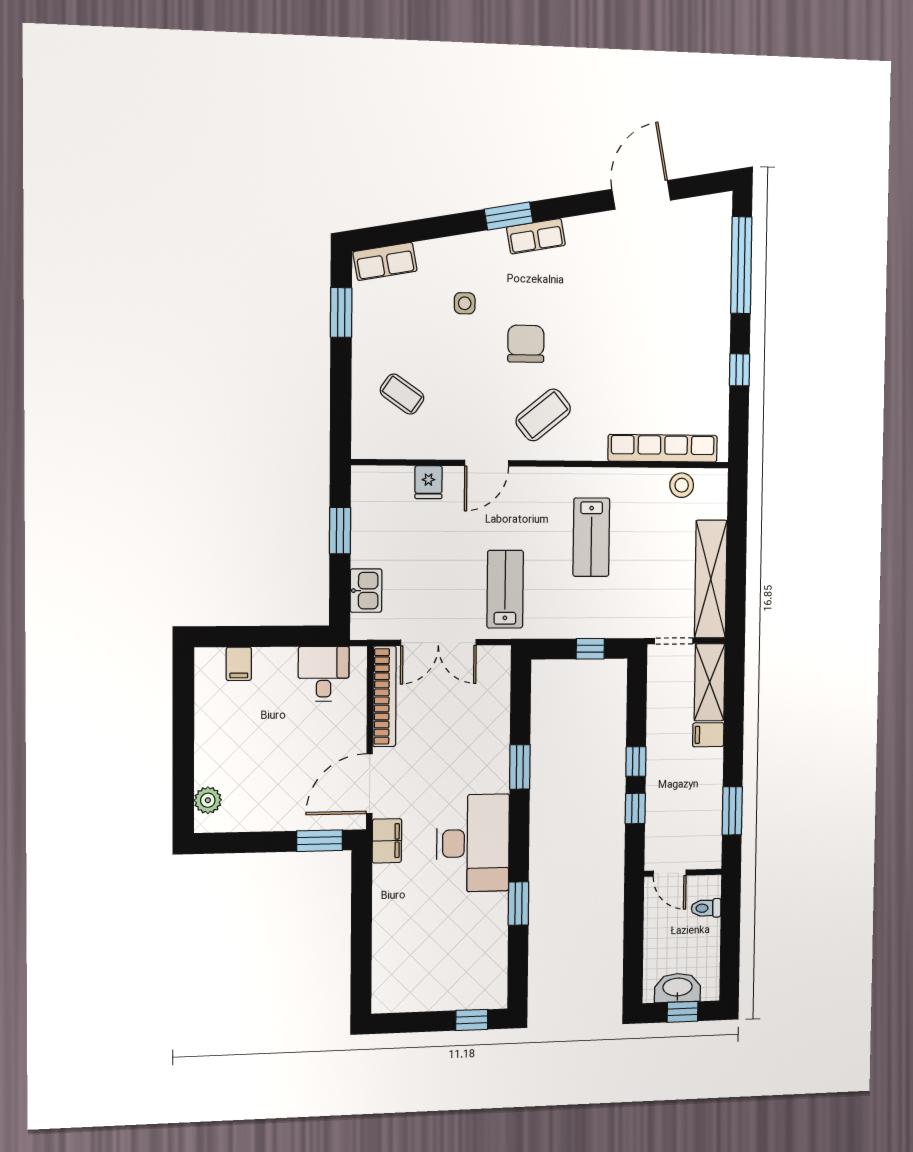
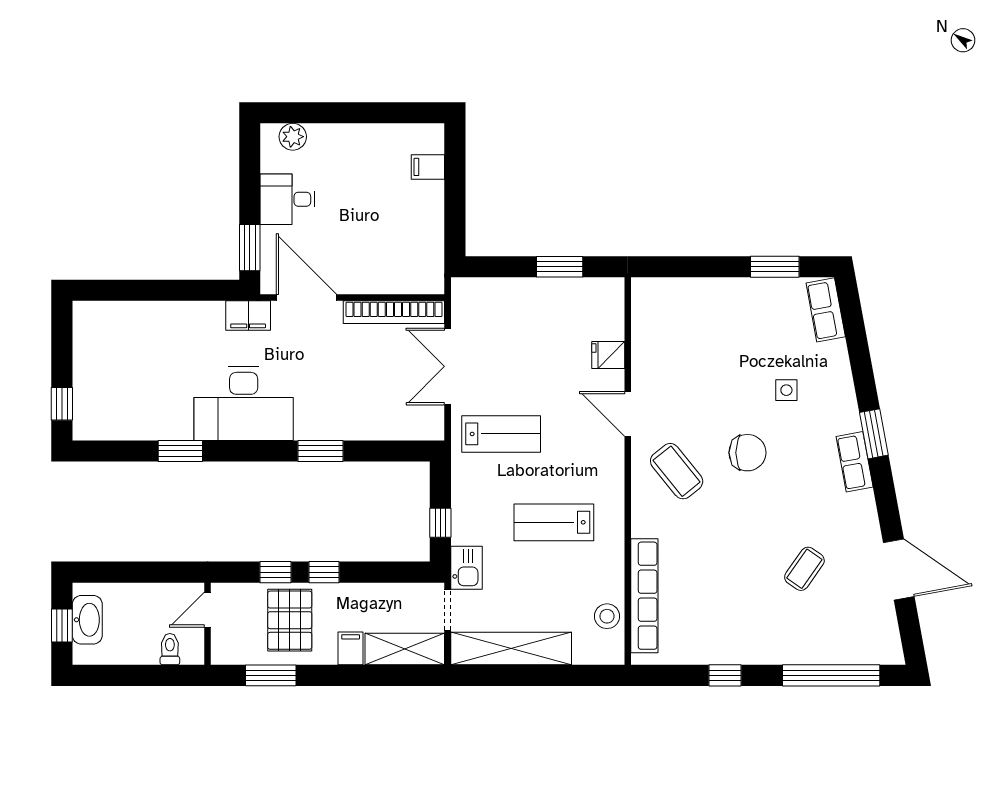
coffee table: (402, 394) -> (804, 569), moved
kitchen sink: (366, 591) -> (466, 568), moved, turned -90
desk: (324, 674) -> (288, 199), moved, turned 180
pallet: (681, 794) -> (290, 620), added

